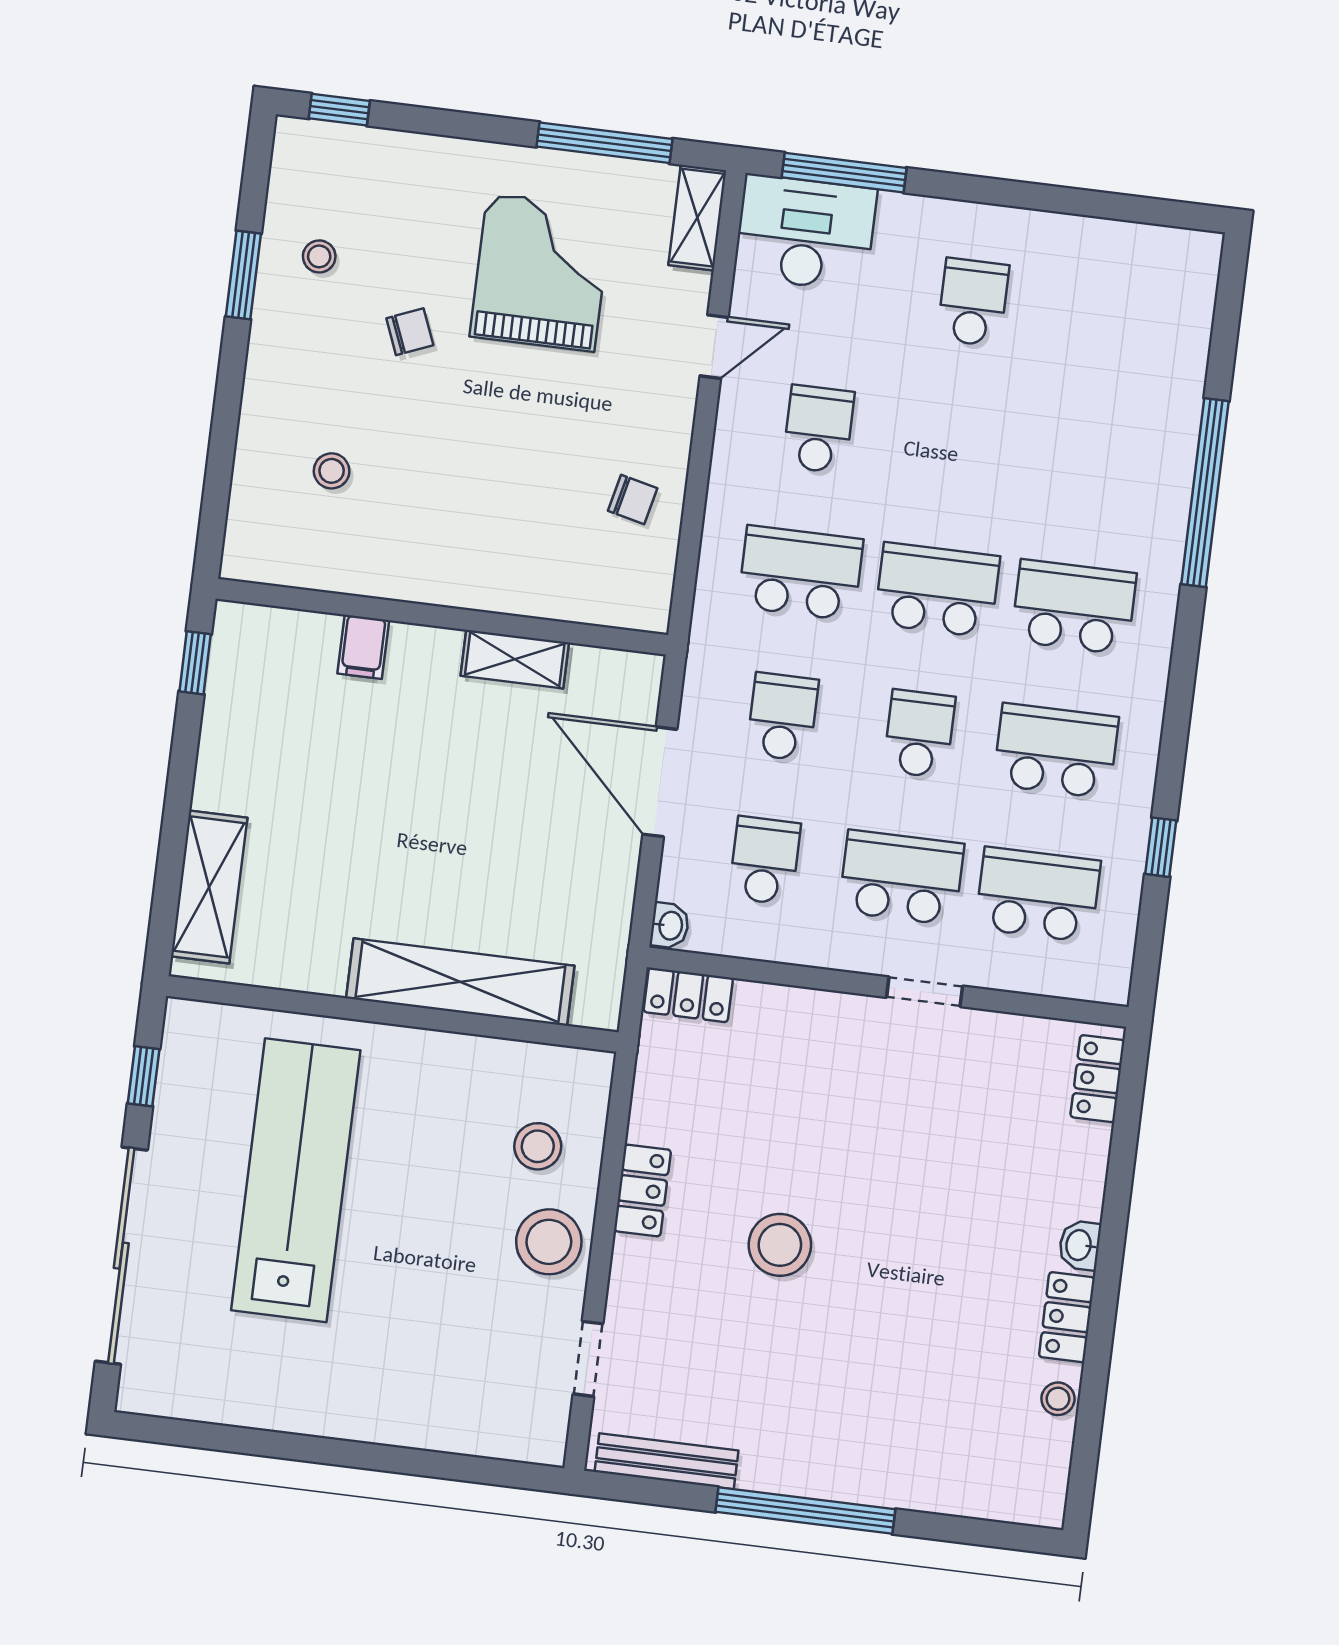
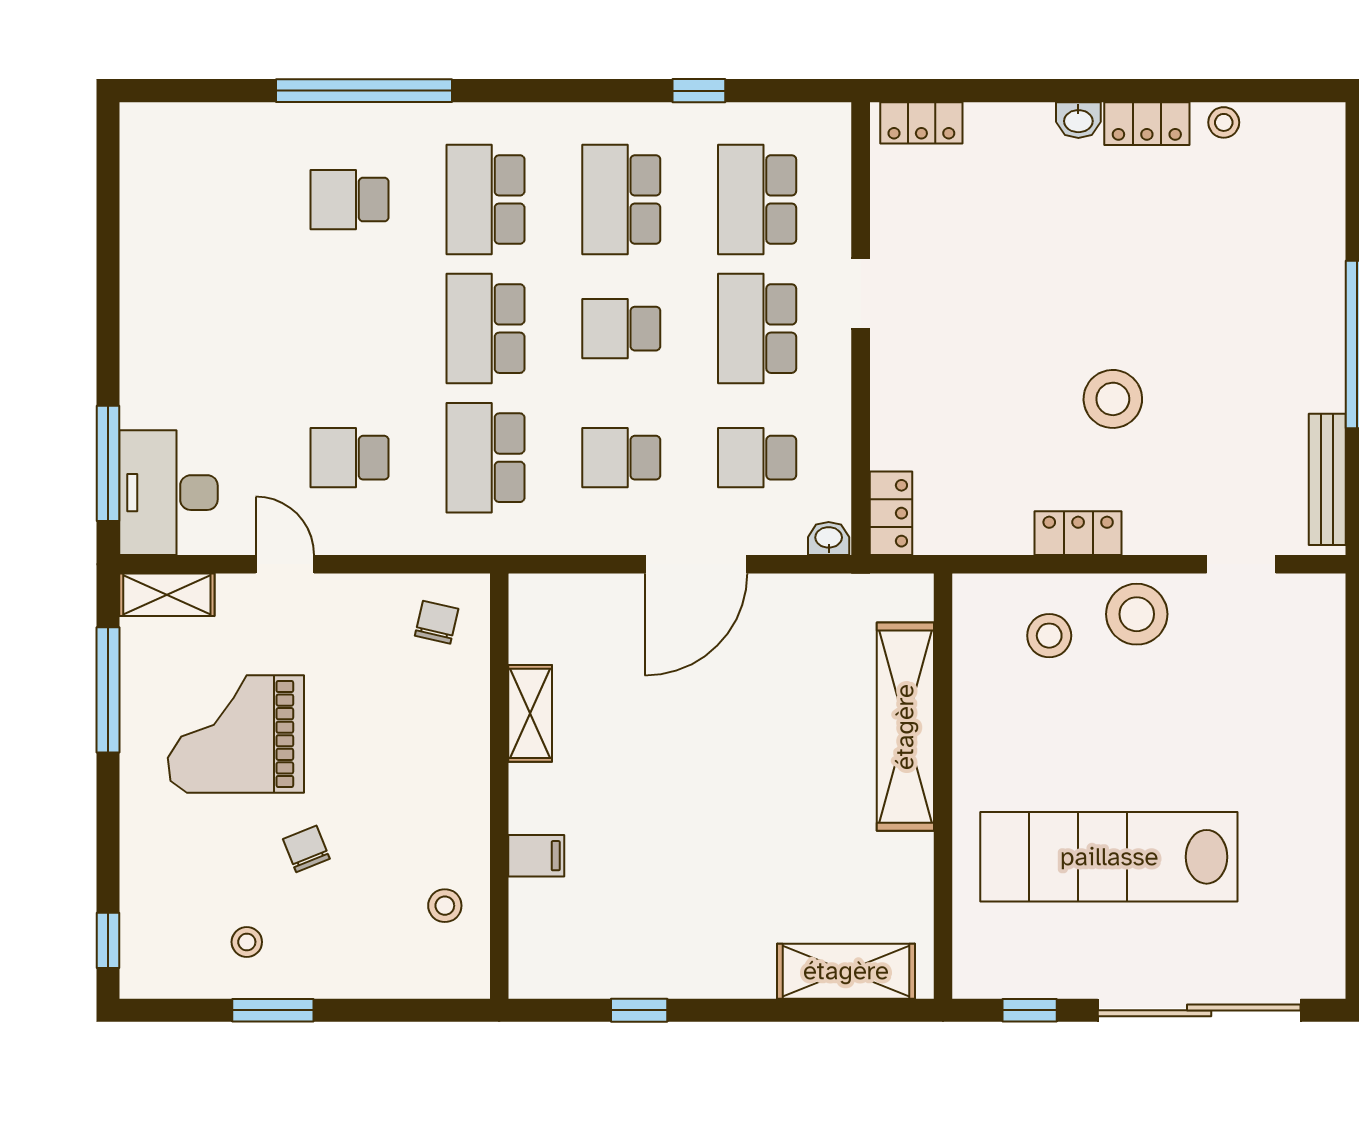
school desk: (973, 302) -> (350, 200), moved
wall: (442, 617) -> (499, 786), moved
filing cabinet: (363, 647) -> (536, 856), moved
shelving: (515, 659) -> (530, 713), moved

